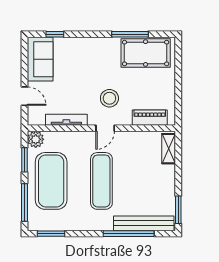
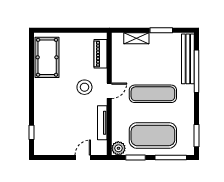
window: (130, 34) -> (32, 70), removed
sofa: (40, 59) -> (52, 145), removed
door: (105, 128) -> (109, 91), hinge flipped
shelving: (169, 149) -> (136, 38), moved
window: (178, 210) -> (161, 30), moved

